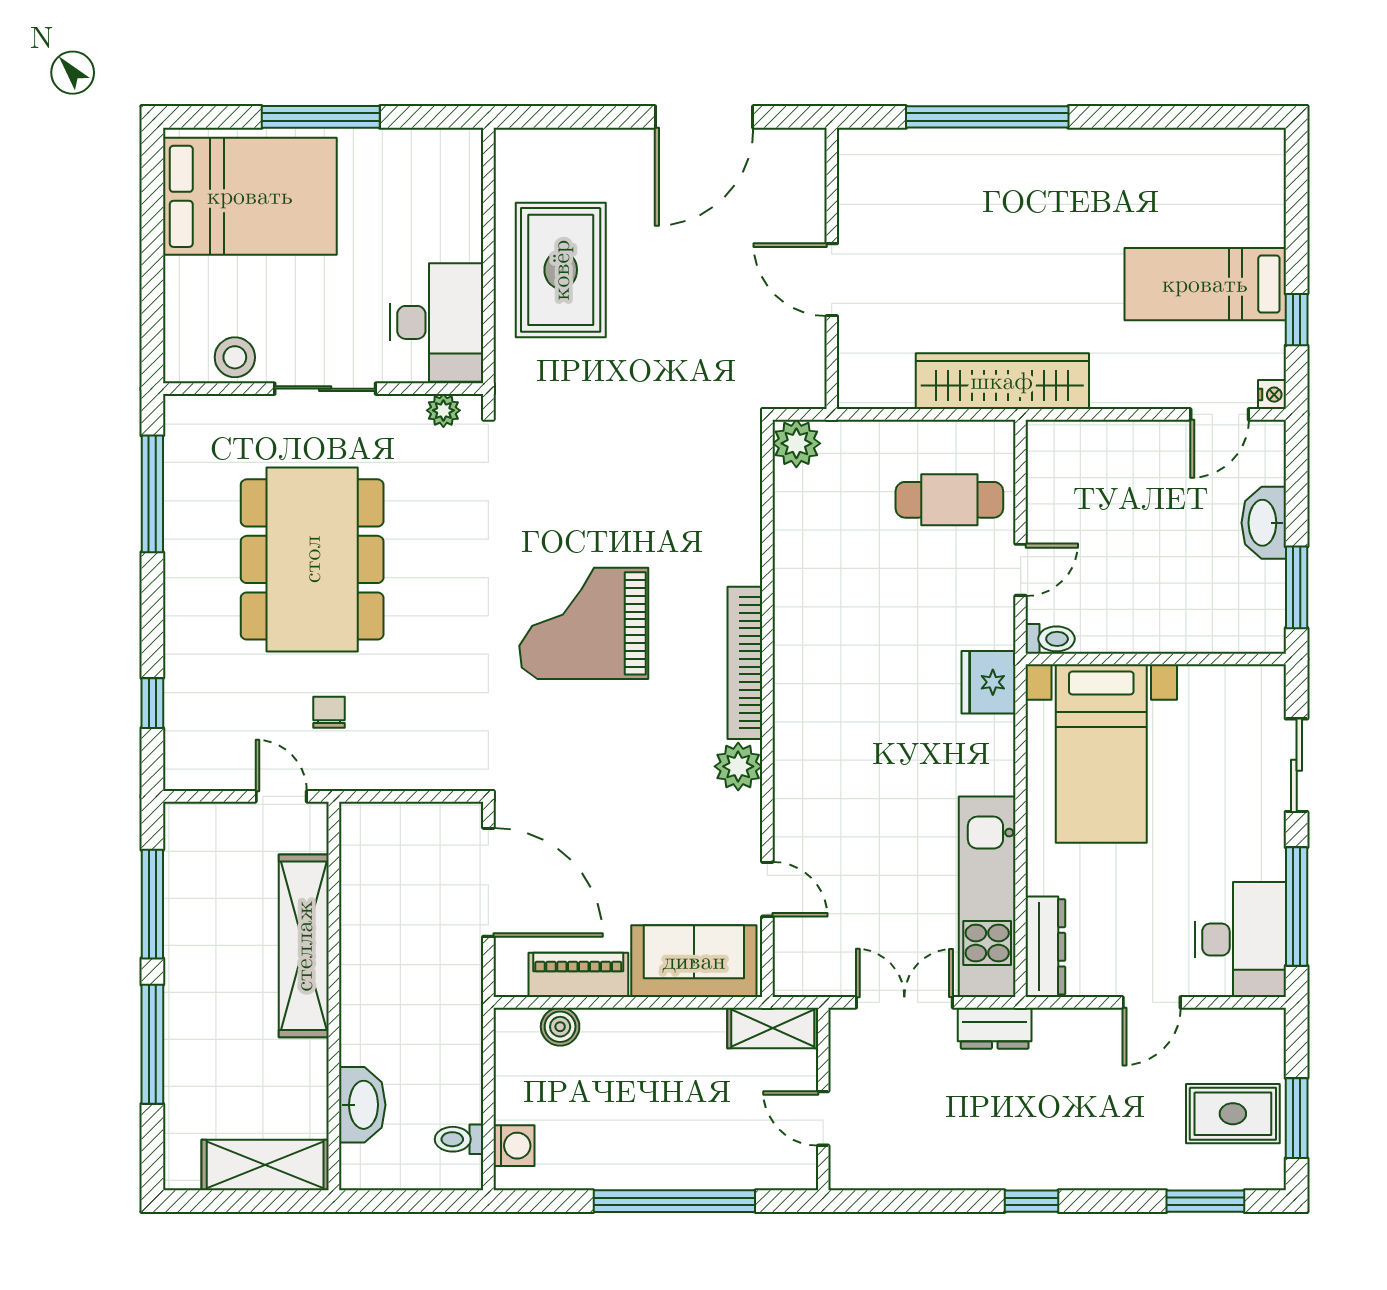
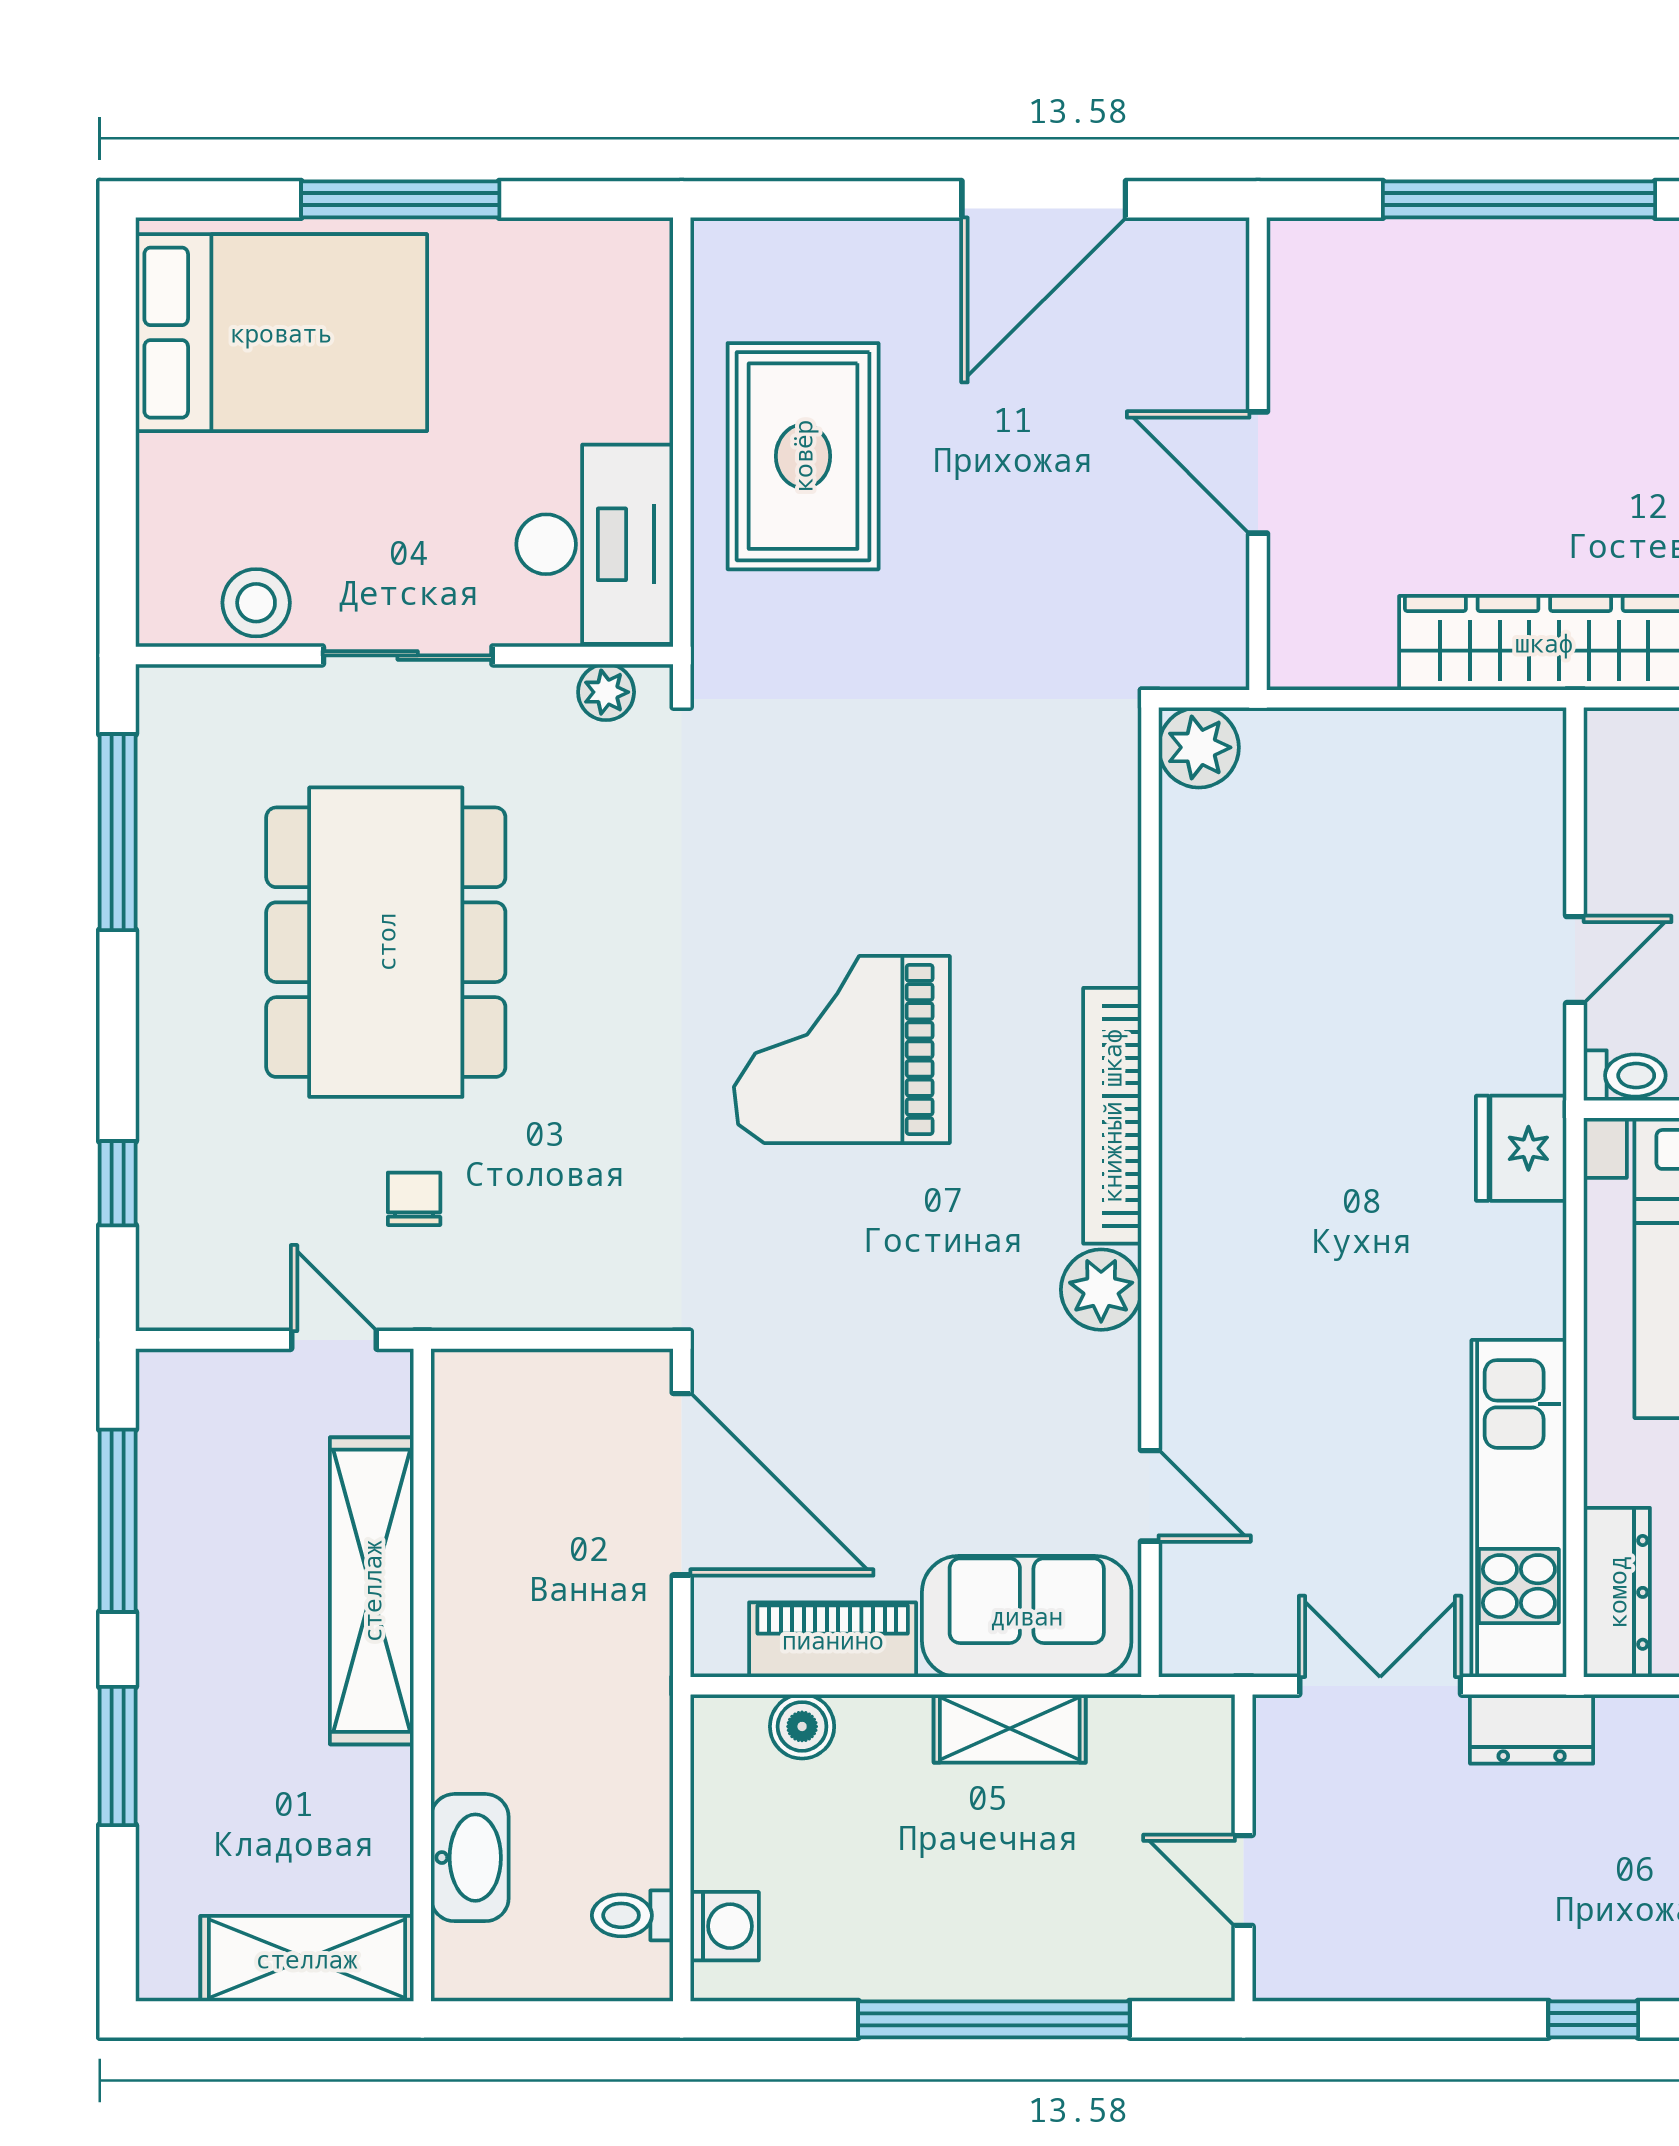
cafe table: (949, 500) -> (1455, 842), removed
shelving: (773, 1028) -> (1010, 1729), moved
window: (152, 1044) -> (118, 1756), width x0.69

